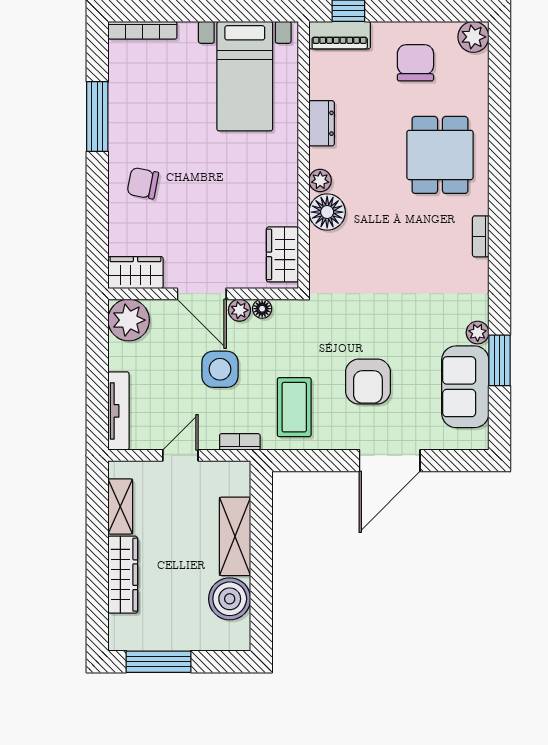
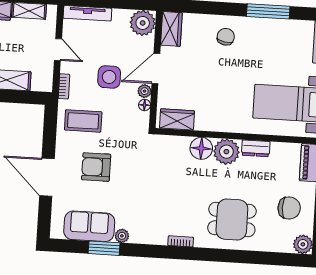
plant: (320, 180) -> (226, 152), width x1.87, depth x1.87

